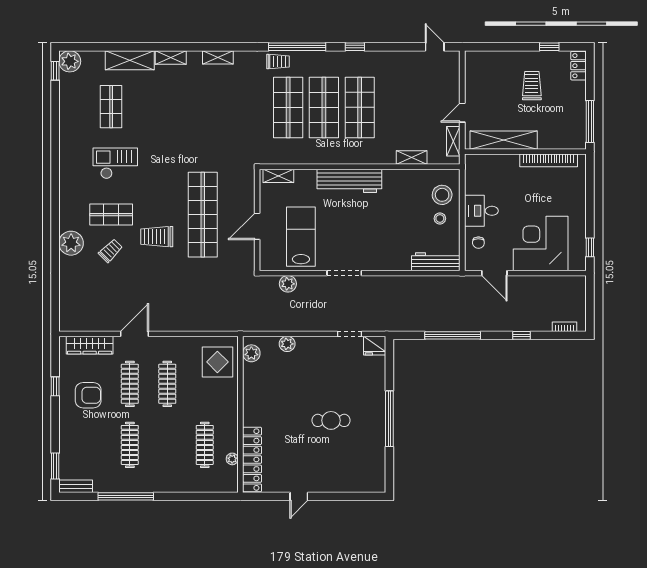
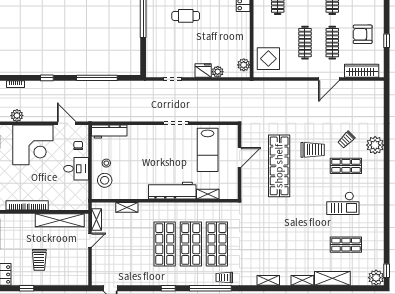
shop shelf: (111, 107) -> (346, 245), turned 90
shelving: (278, 176) -> (208, 194), moved
plant: (288, 284) -> (17, 115), moved
fridge: (375, 346) -> (203, 70), moved

